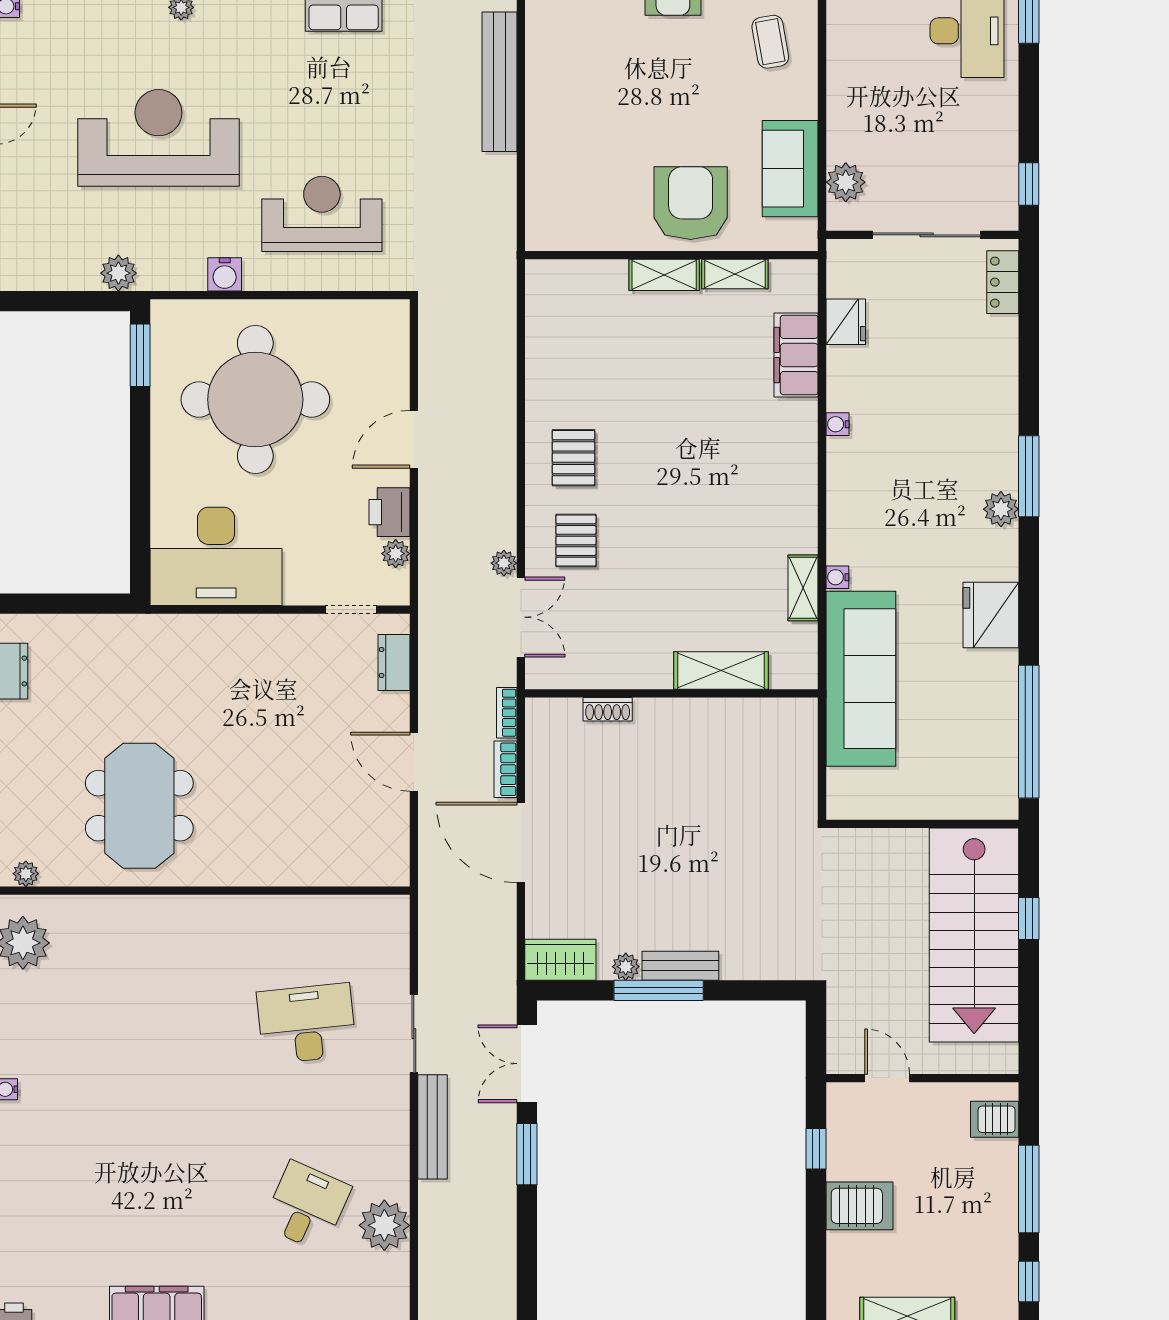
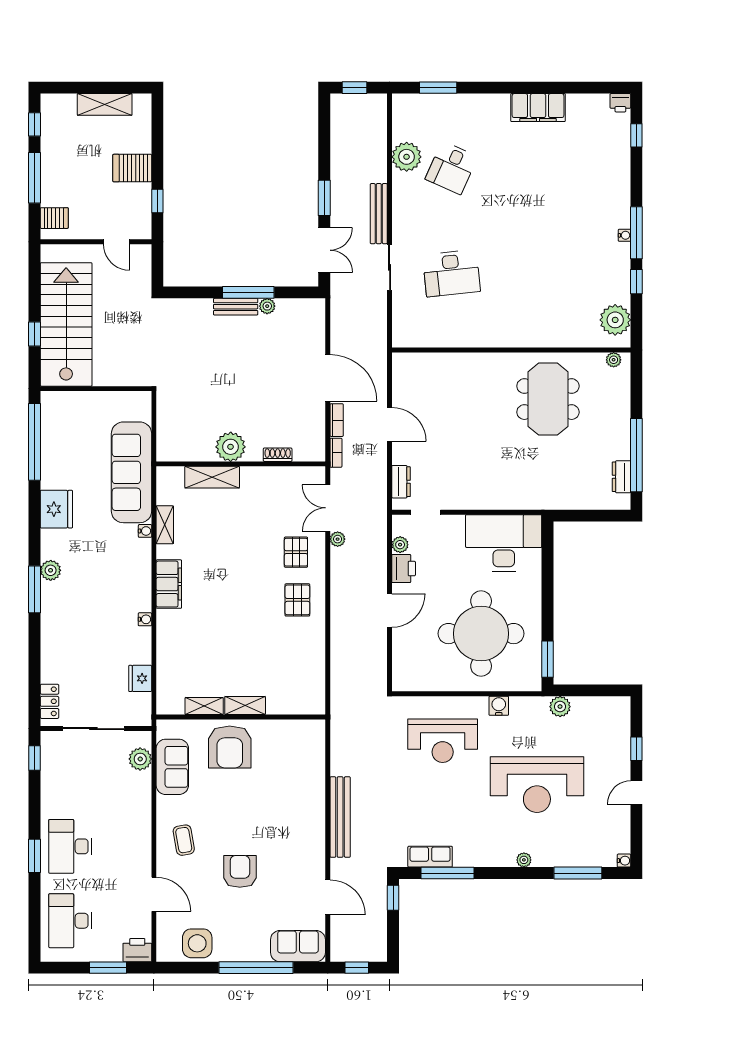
filing cabinet: (796, 355) -> (169, 584), moved
plant: (689, 723) -> (231, 447), added
wardrobe: (560, 960) -> (305, 310), removed

